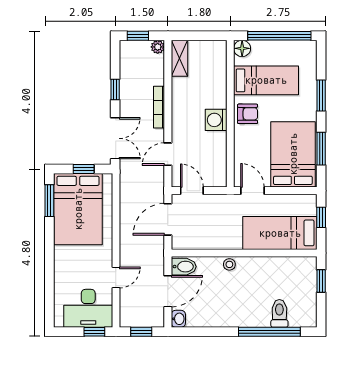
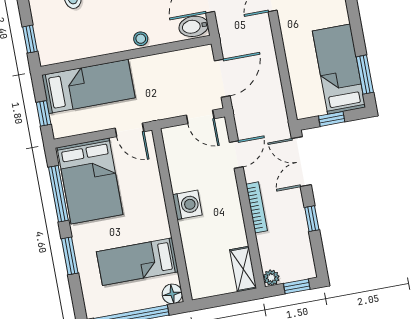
armchair: (248, 114) -> (152, 219), removed
window: (321, 149) -> (58, 194), width x1.44
bed: (78, 209) -> (339, 69), width x0.67

